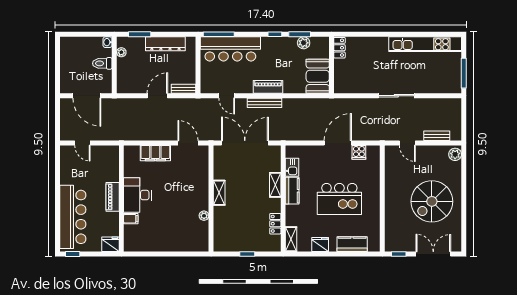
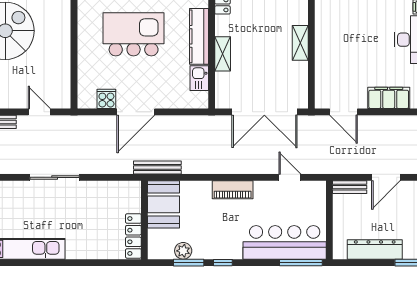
locker: (339, 48) -> (133, 236), width x1.53
bench: (265, 103) -> (157, 167), moved
kitchen counter: (292, 191) -> (199, 36), width x1.50
plant: (204, 216) -> (321, 11), removed

